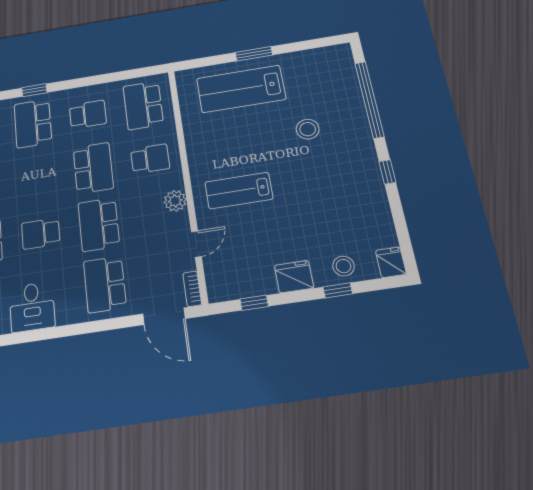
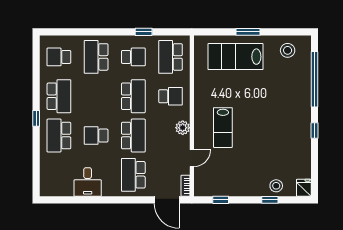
window: (34, 90) -> (144, 32), moved
stool: (308, 129) -> (288, 50), moved
lab bench: (239, 191) -> (223, 128), turned -90
school desk: (99, 224) -> (133, 136), turned 180
fridge: (294, 277) -> (246, 188), removed

